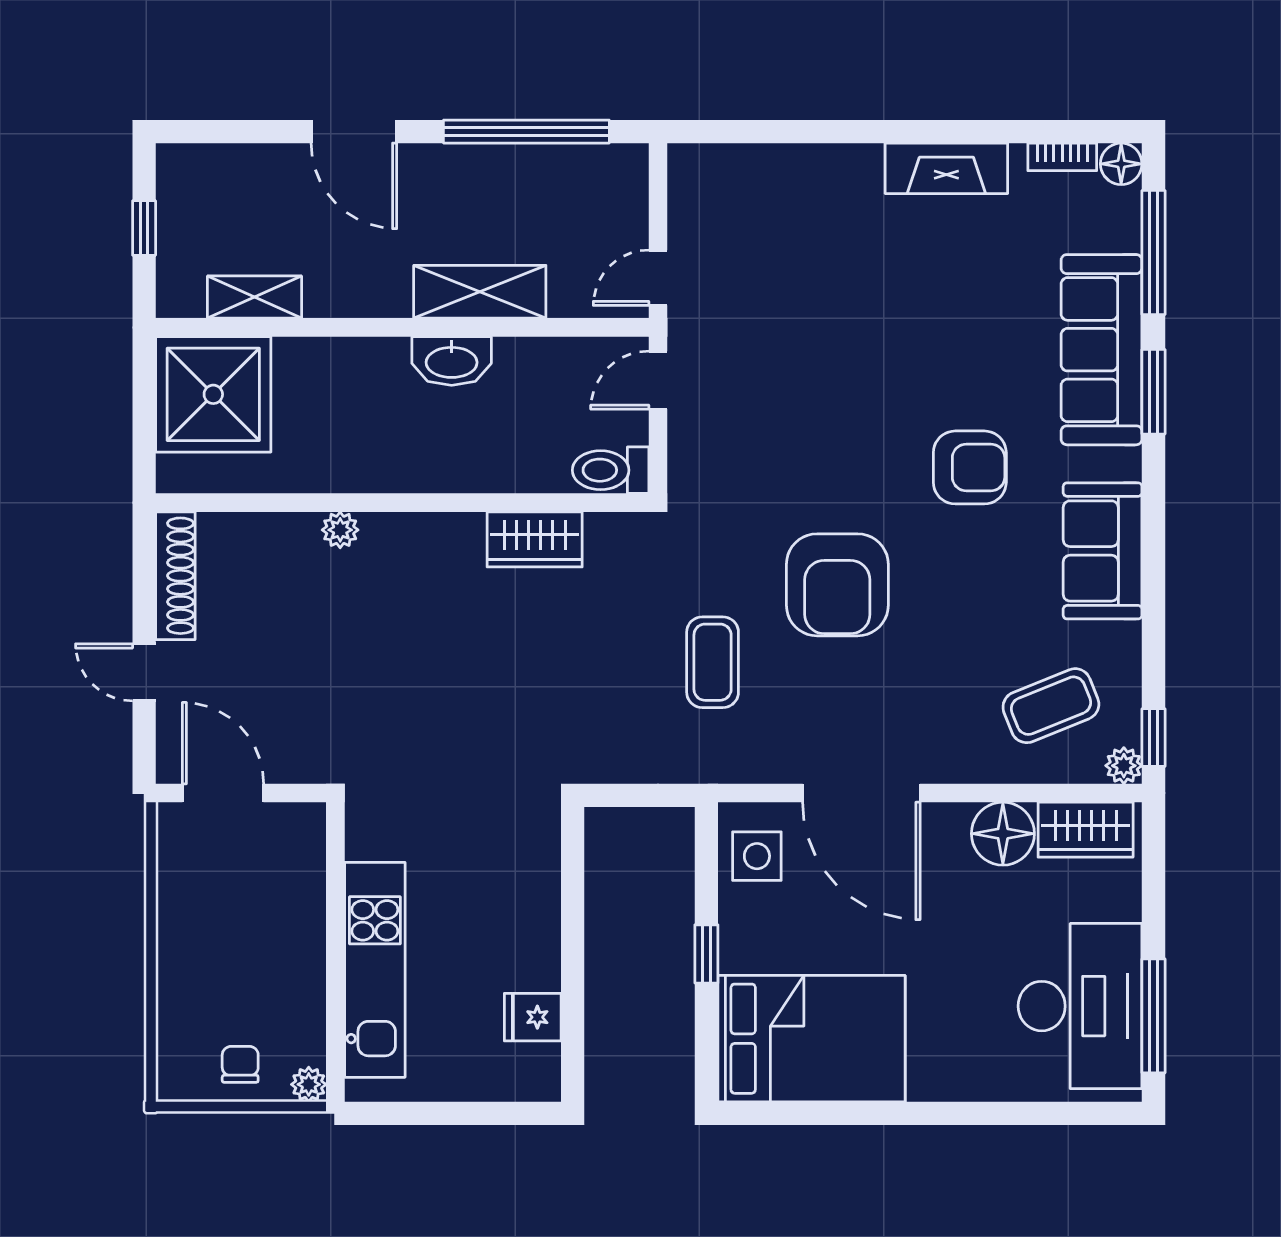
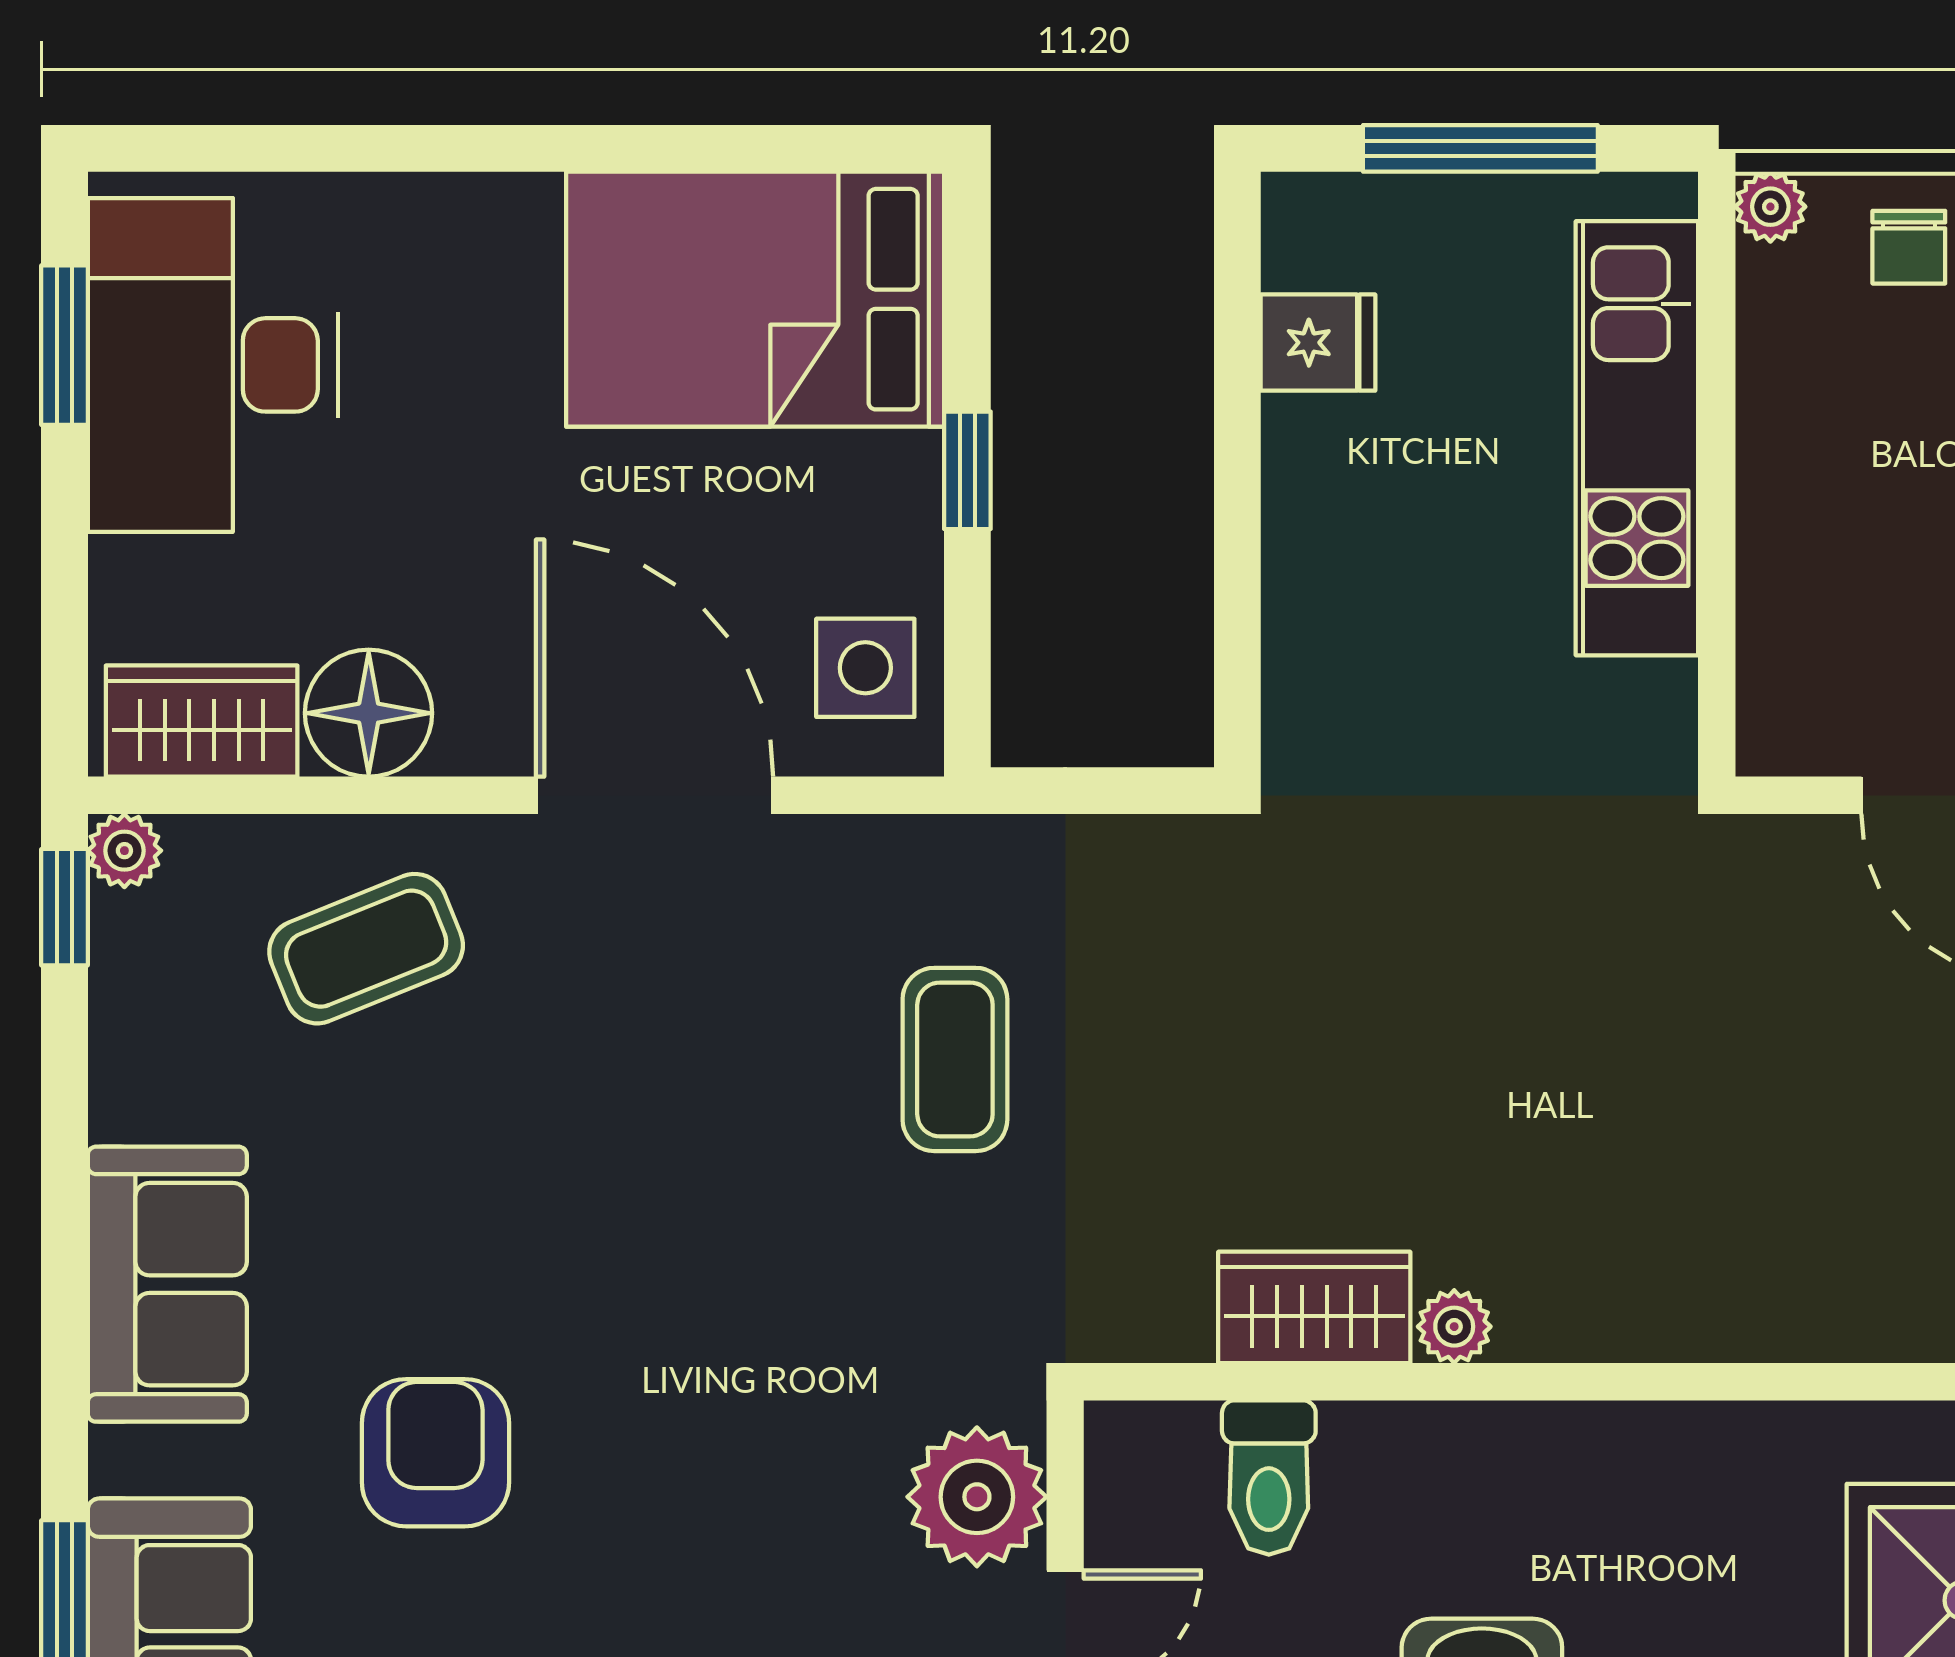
plant: (702, 446) -> (977, 1497), added
armchair: (970, 467) -> (435, 1453), turned 90
toilet: (611, 470) -> (1269, 1478), moved, turned 90
plant: (340, 530) -> (1454, 1327), moved
armchair: (837, 585) -> (703, 1216), removed
coffee table: (1051, 706) -> (366, 949), moved
window: (1153, 1016) -> (64, 345), width x0.69
window: (452, 1113) -> (1480, 148), added

